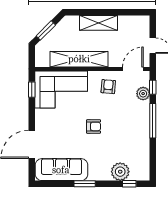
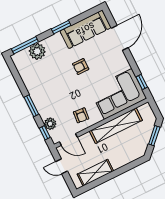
shelving: (98, 23) -> (95, 173), moved
door: (133, 69) -> (68, 140), hinge flipped
window: (153, 121) -> (31, 106), width x0.69
armchair: (94, 126) -> (81, 67), moved
window: (129, 184) -> (25, 45), width x2.17

